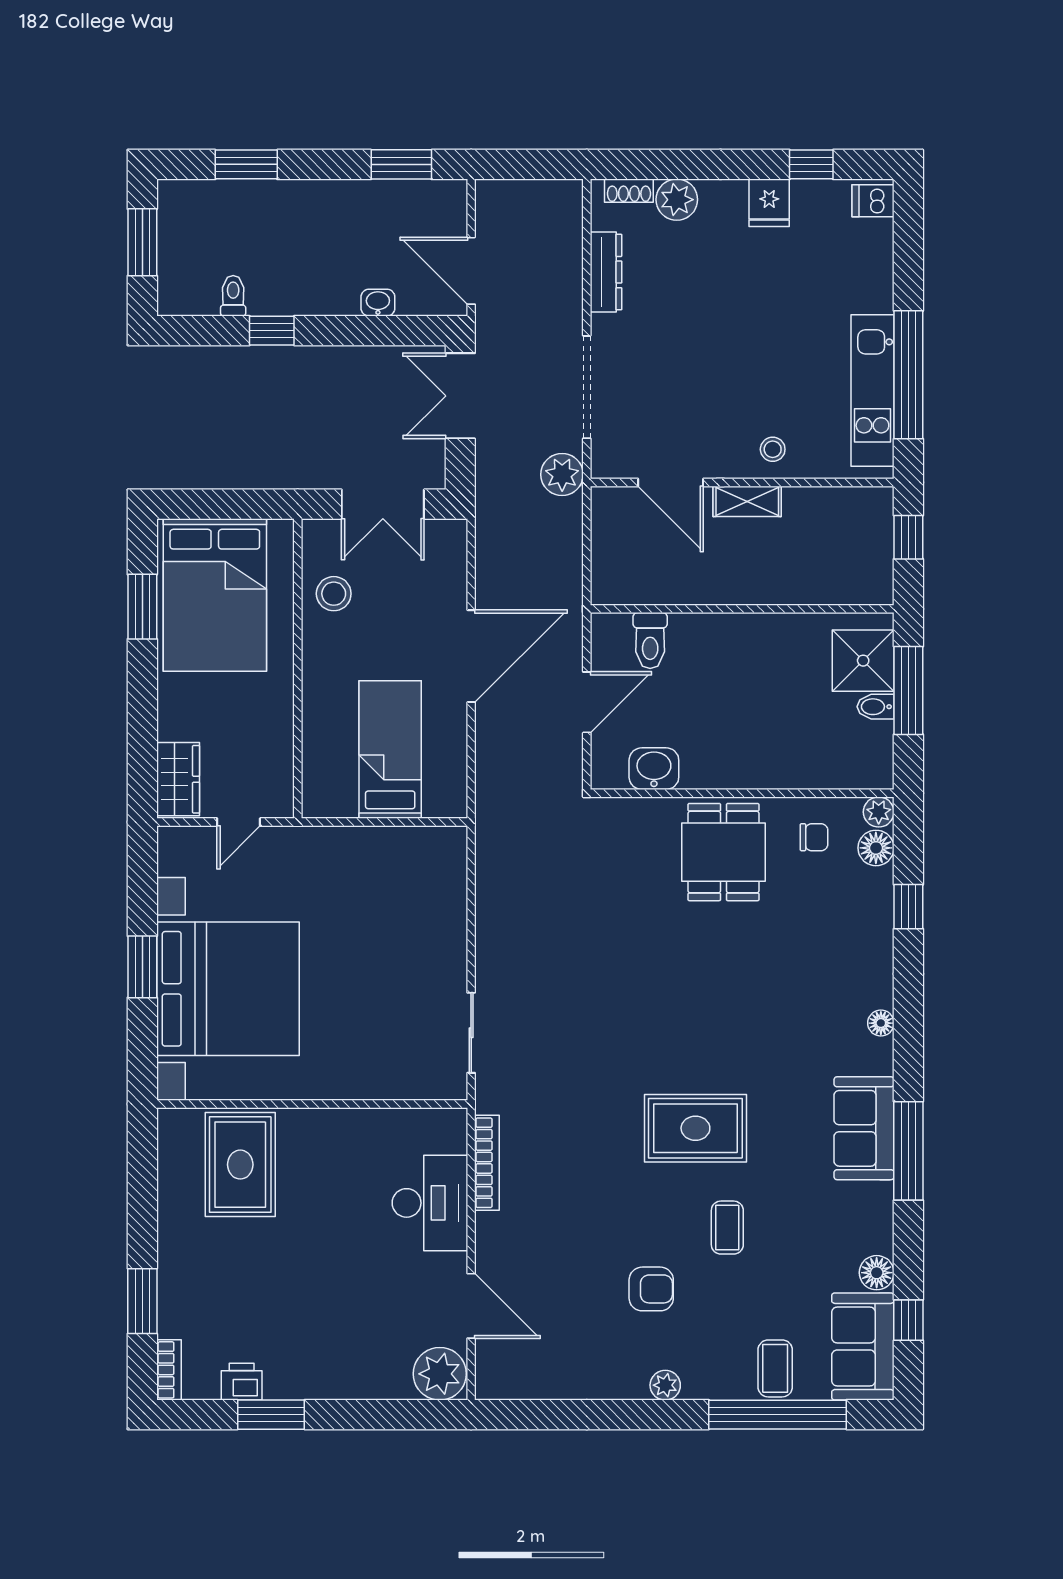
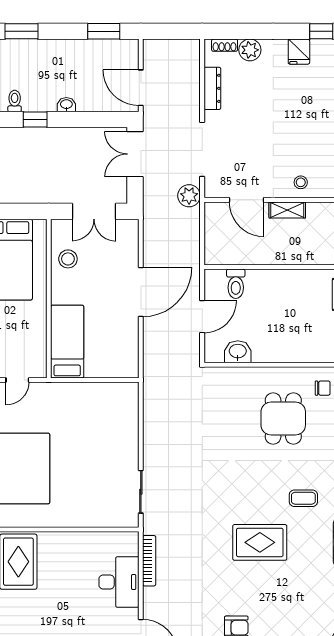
washbasin: (378, 303) -> (66, 105), moved
bed: (390, 750) -> (67, 342), moved
dining table: (723, 852) -> (283, 418), moved
coffee table: (727, 1228) -> (303, 498), moved, turned 90

